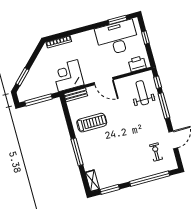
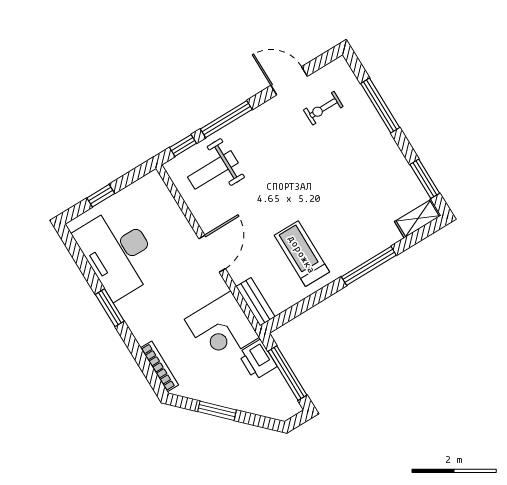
window: (118, 20) -> (110, 308), moved
printer: (137, 64) -> (257, 360), moved
window: (22, 77) -> (217, 411), moved
window: (150, 179) -> (380, 106), width x0.68

